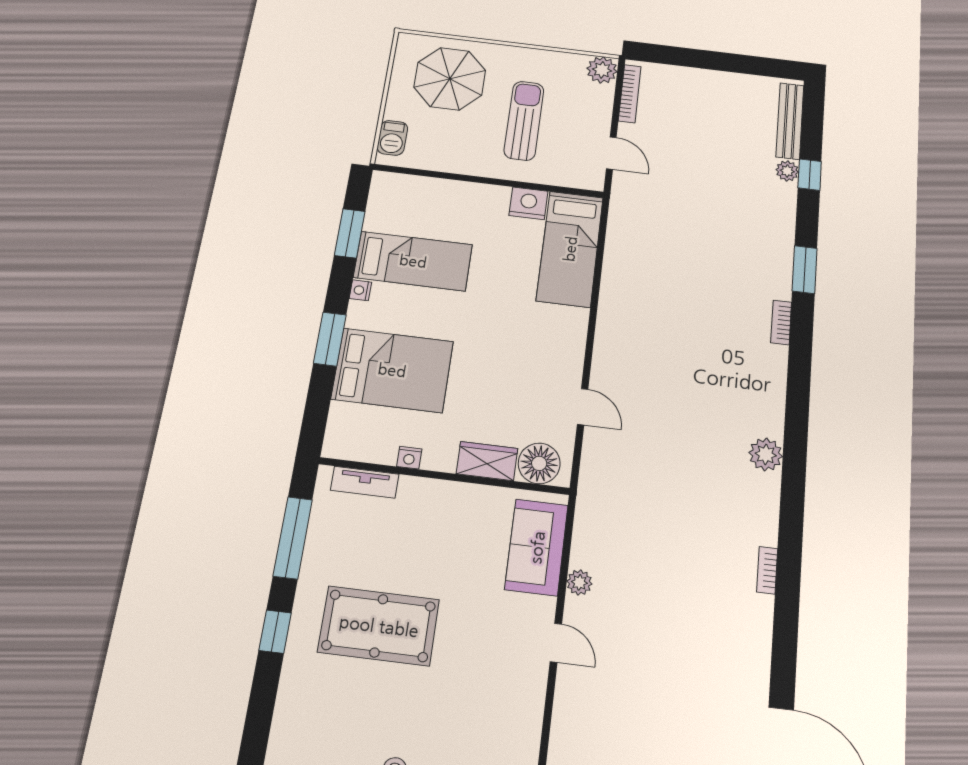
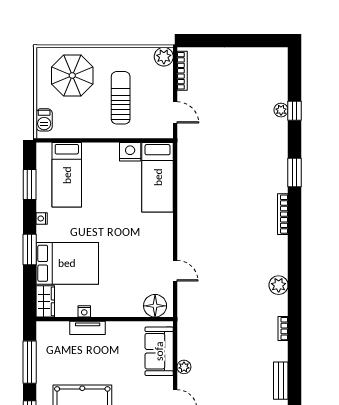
bench: (790, 121) -> (281, 381), moved, width x0.73
bed: (413, 261) -> (67, 175), moved, turned 90
bookcase: (781, 322) -> (283, 214), width x1.56
wardrobe: (487, 461) -> (45, 301), moved, turned 90
tv unit: (365, 482) -> (88, 328), moved
bookcase: (767, 570) -> (283, 329), moved

